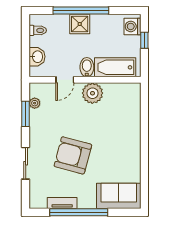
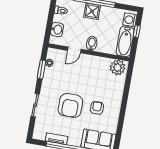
bathtub: (115, 67) -> (125, 41), moved, turned -90
plant: (92, 93) -> (118, 67), moved
armchair: (109, 152) -> (97, 108), added
armchair: (73, 155) -> (70, 106), turned -105

